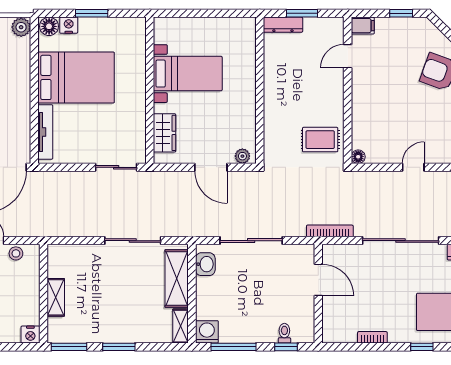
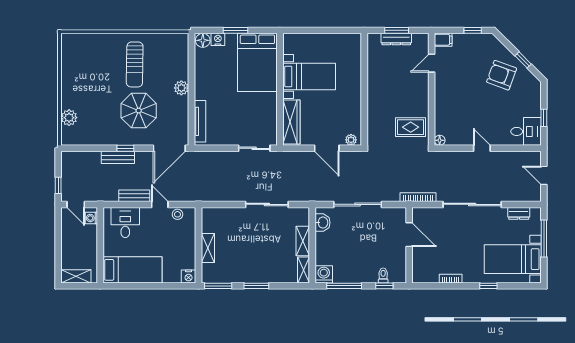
dresser: (283, 25) -> (396, 39), moved
plant: (21, 27) -> (181, 88), moved
bed: (76, 77) -> (257, 62), moved, turned 90
wardrobe: (165, 133) -> (291, 122), width x1.50
door: (413, 167) -> (482, 148), hinge flipped
shelving: (177, 279) -> (303, 241), width x0.67, depth x0.75

